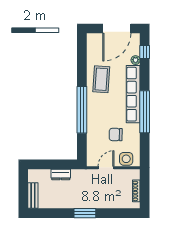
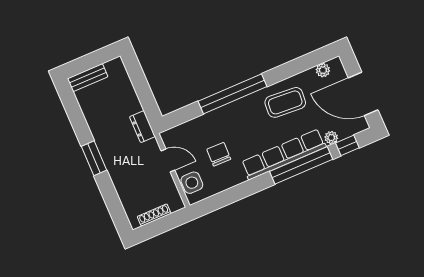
plant: (91, 47) -> (323, 70), added
window: (145, 112) -> (301, 165), moved
dresser: (61, 175) -> (142, 127), moved

